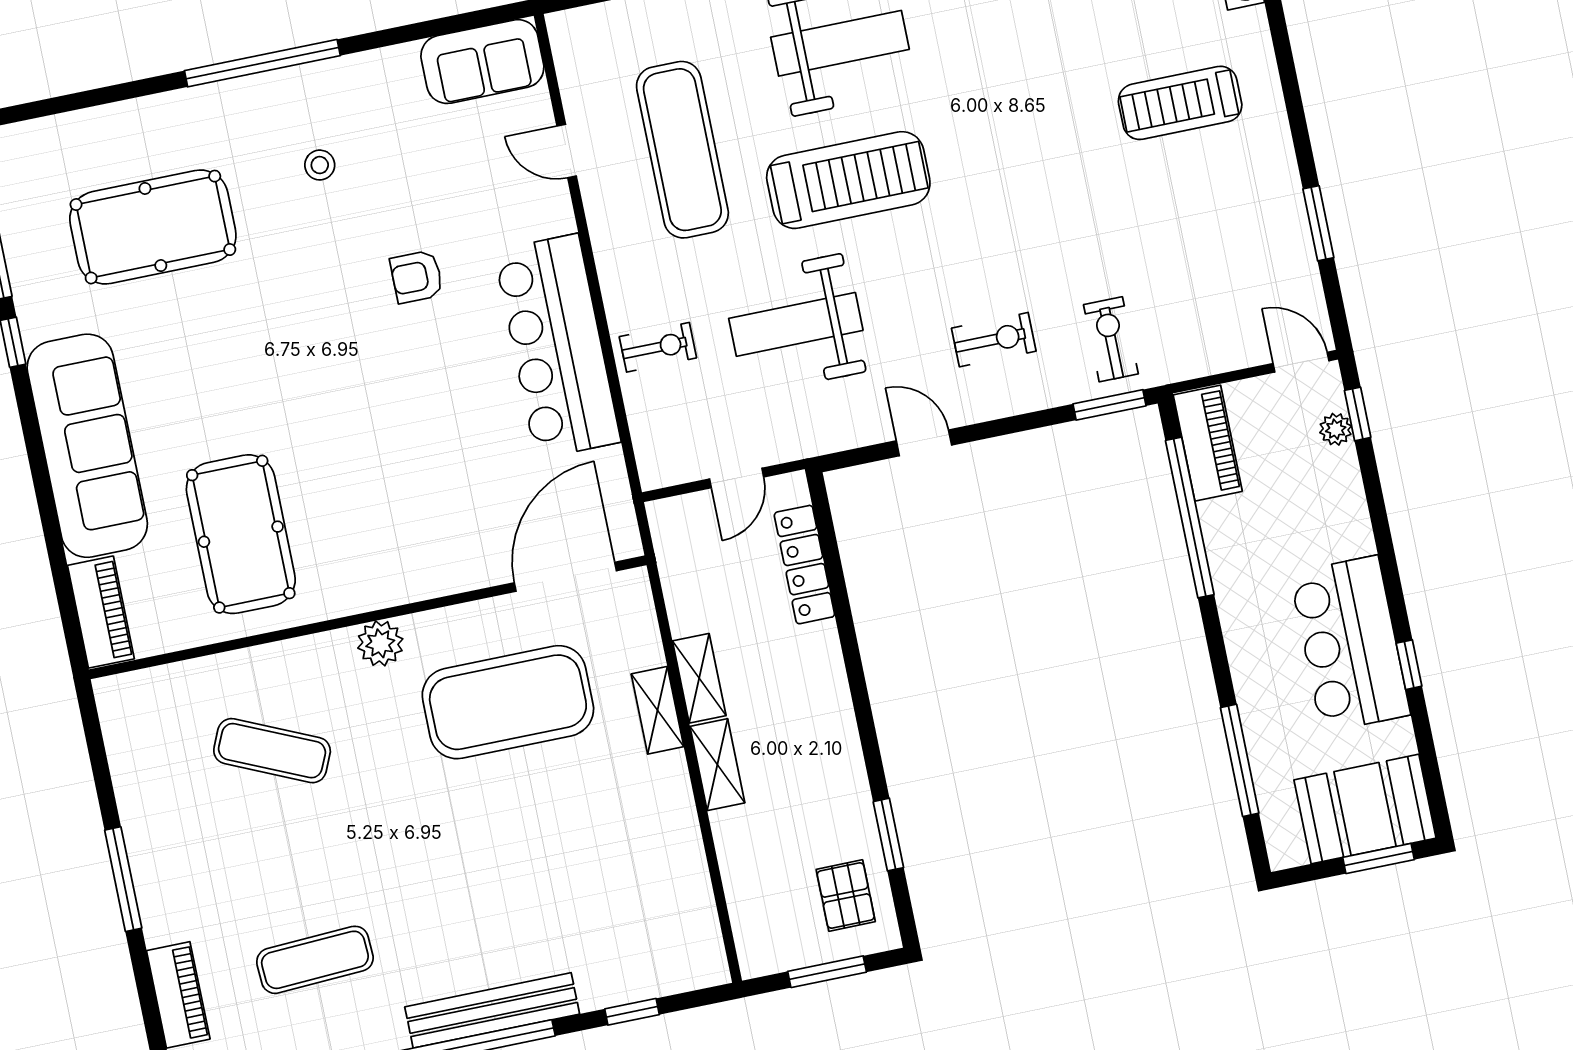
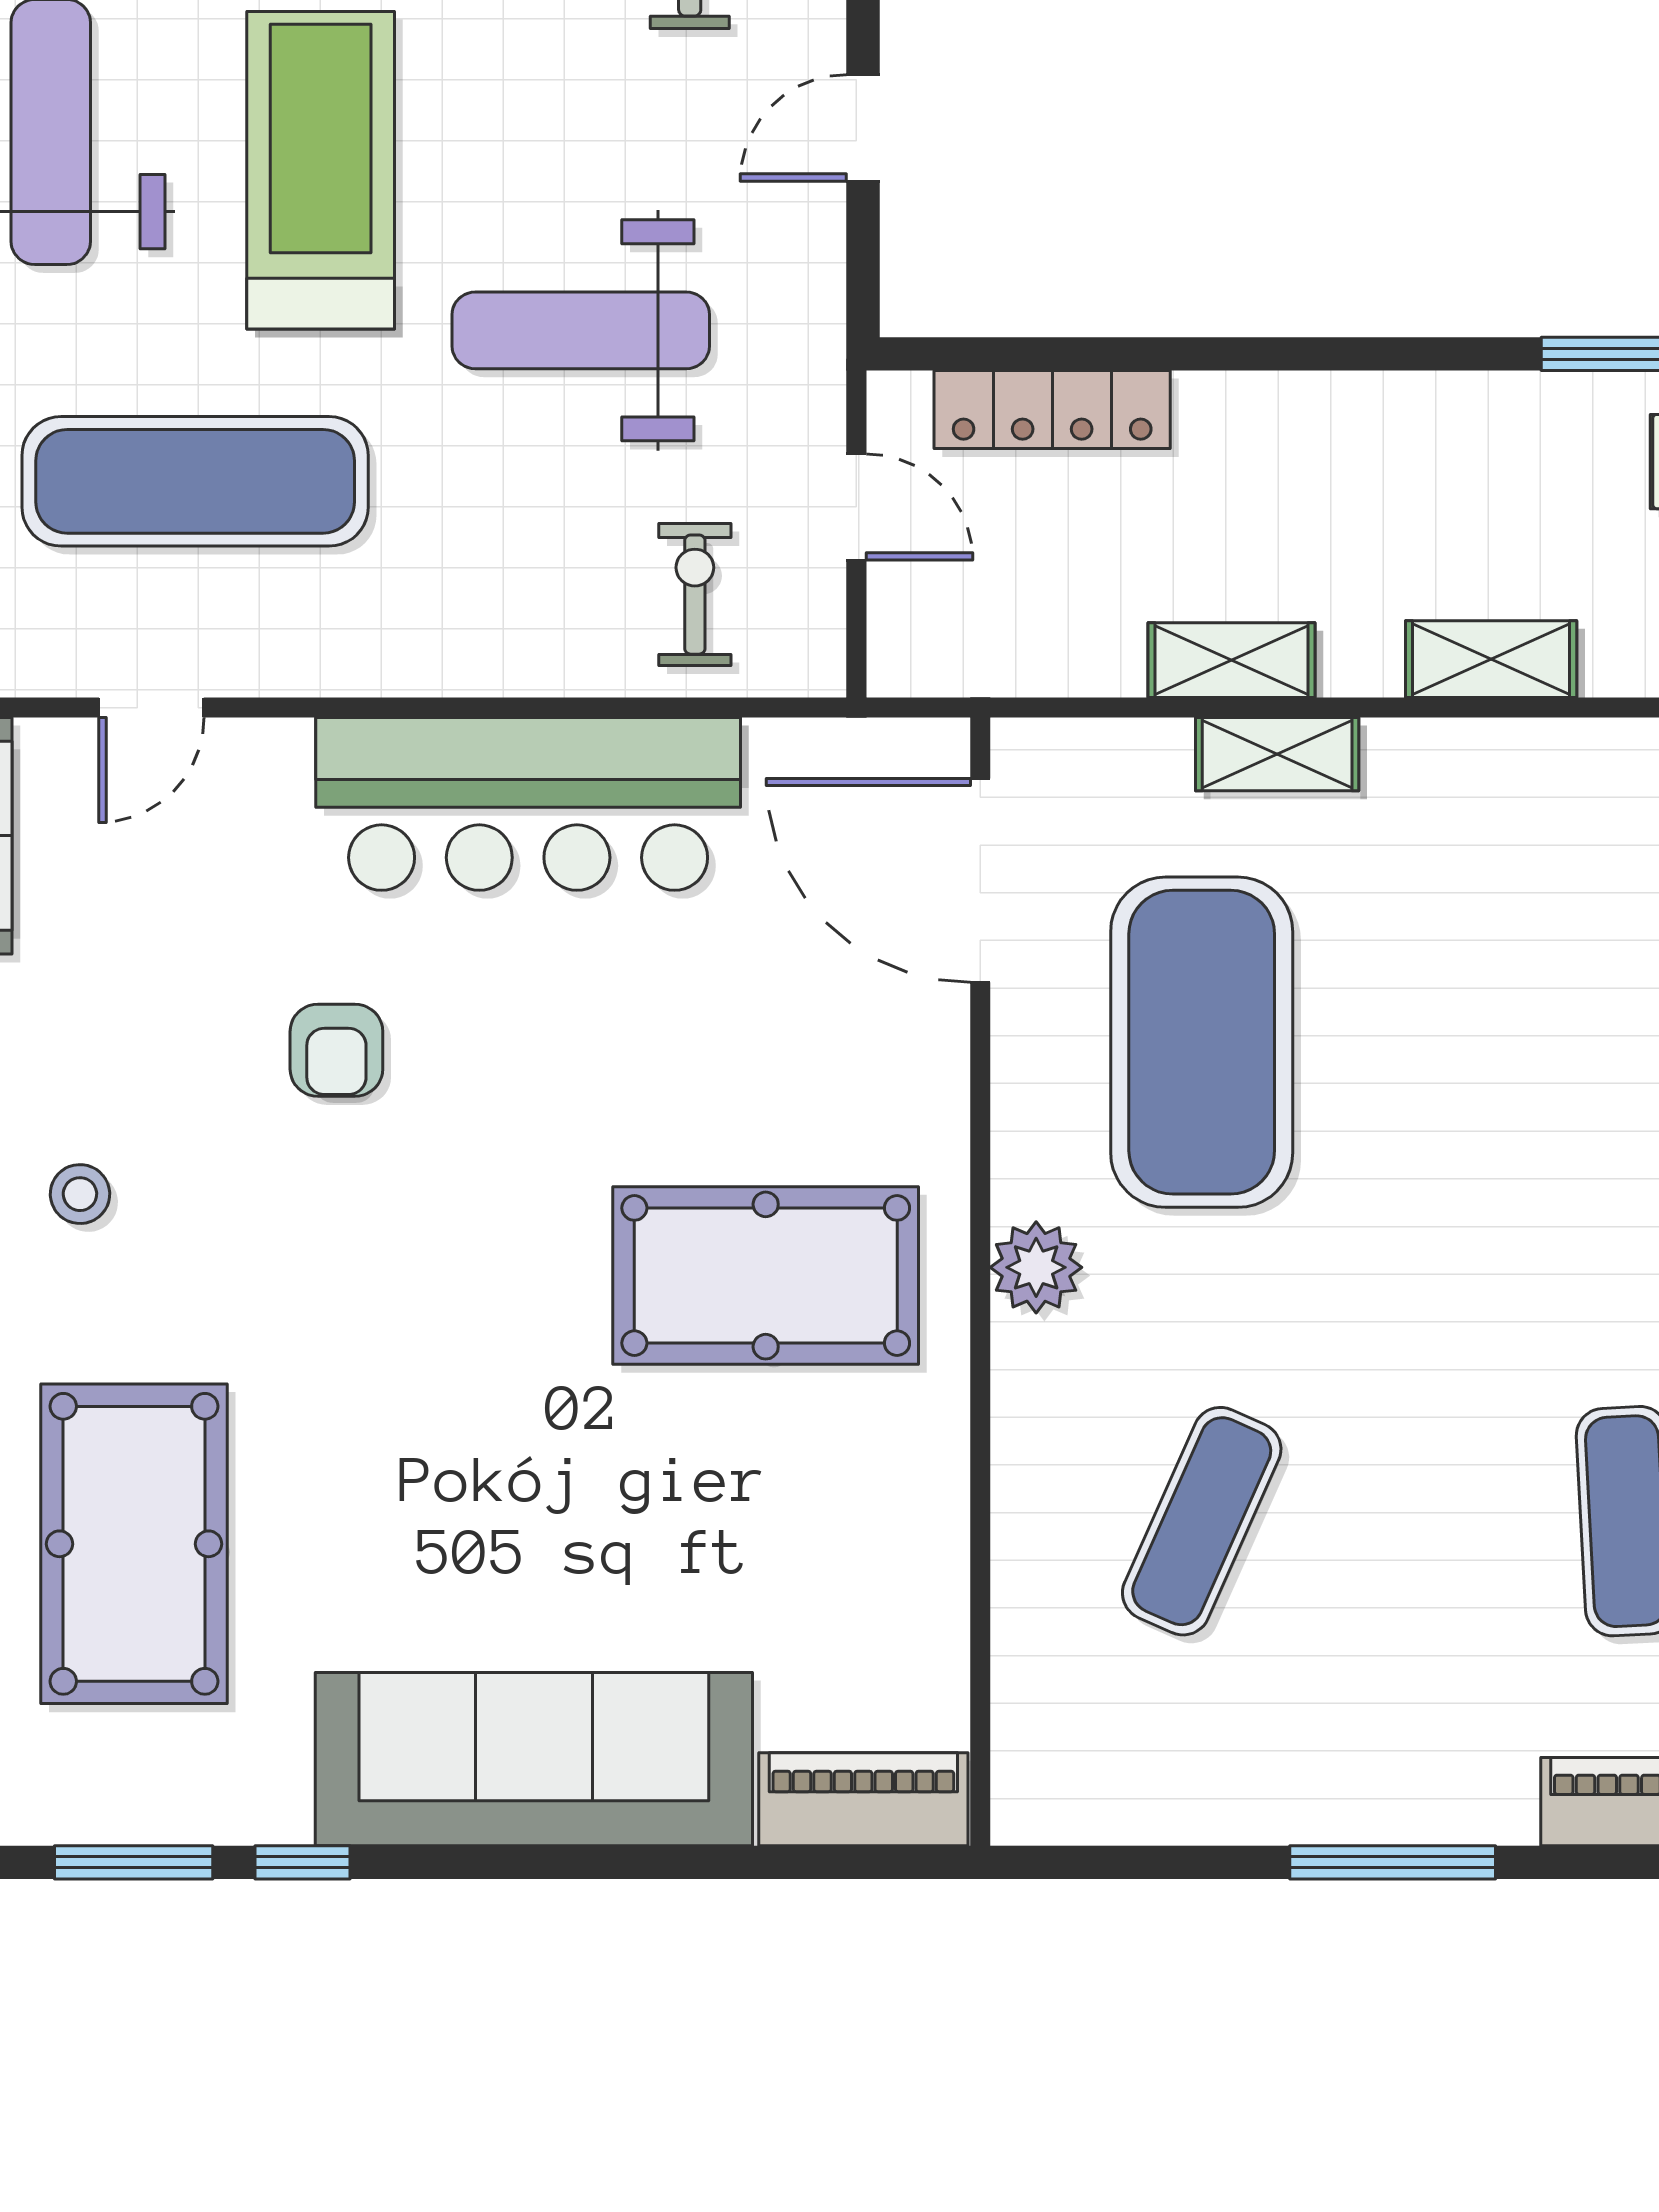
weight bench: (796, 324) -> (581, 330), turned 90
exercise bike: (658, 347) -> (695, 595), moved
pool table: (241, 534) -> (766, 1276), moved
shelving: (717, 765) -> (1491, 659), moved

